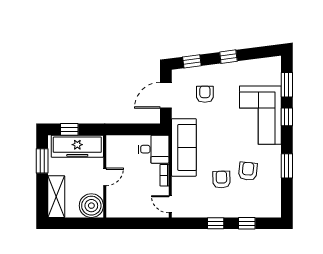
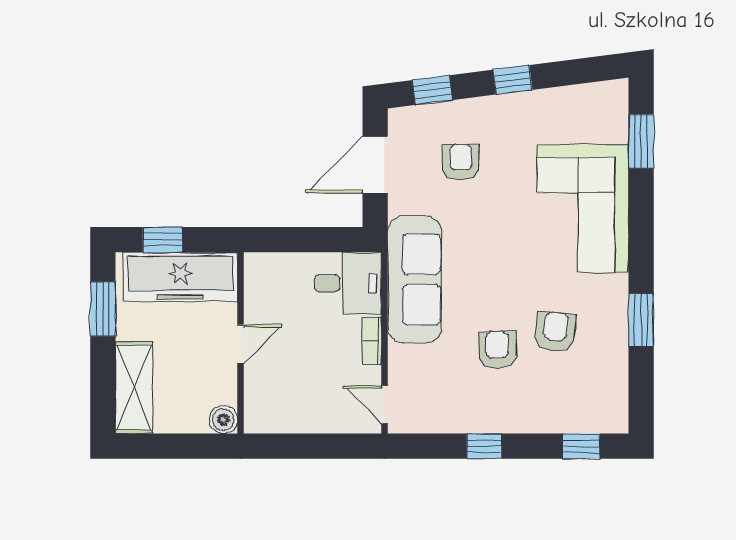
window: (287, 117) -> (641, 212), removed
boiler: (91, 206) -> (223, 420), width x0.54, depth x0.54
window: (247, 223) -> (582, 446), moved

